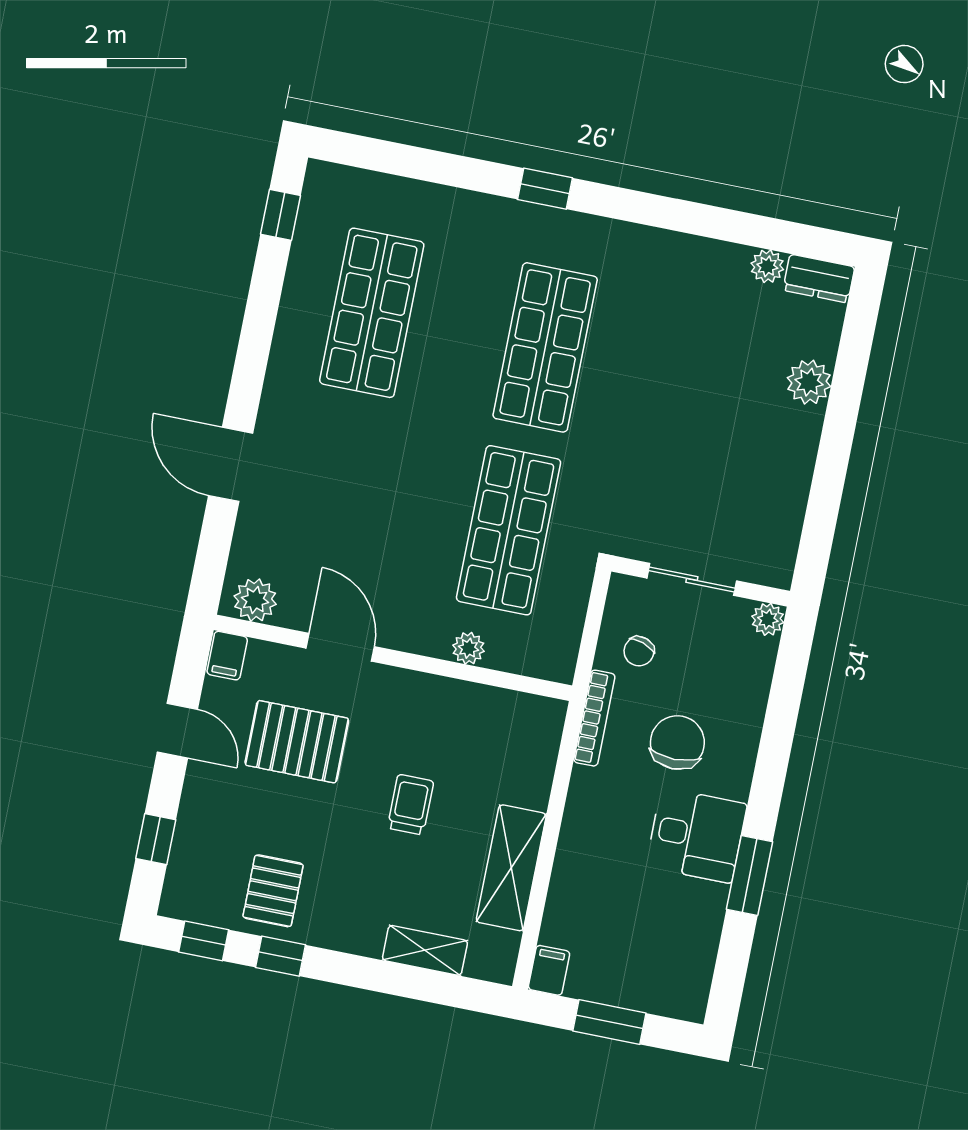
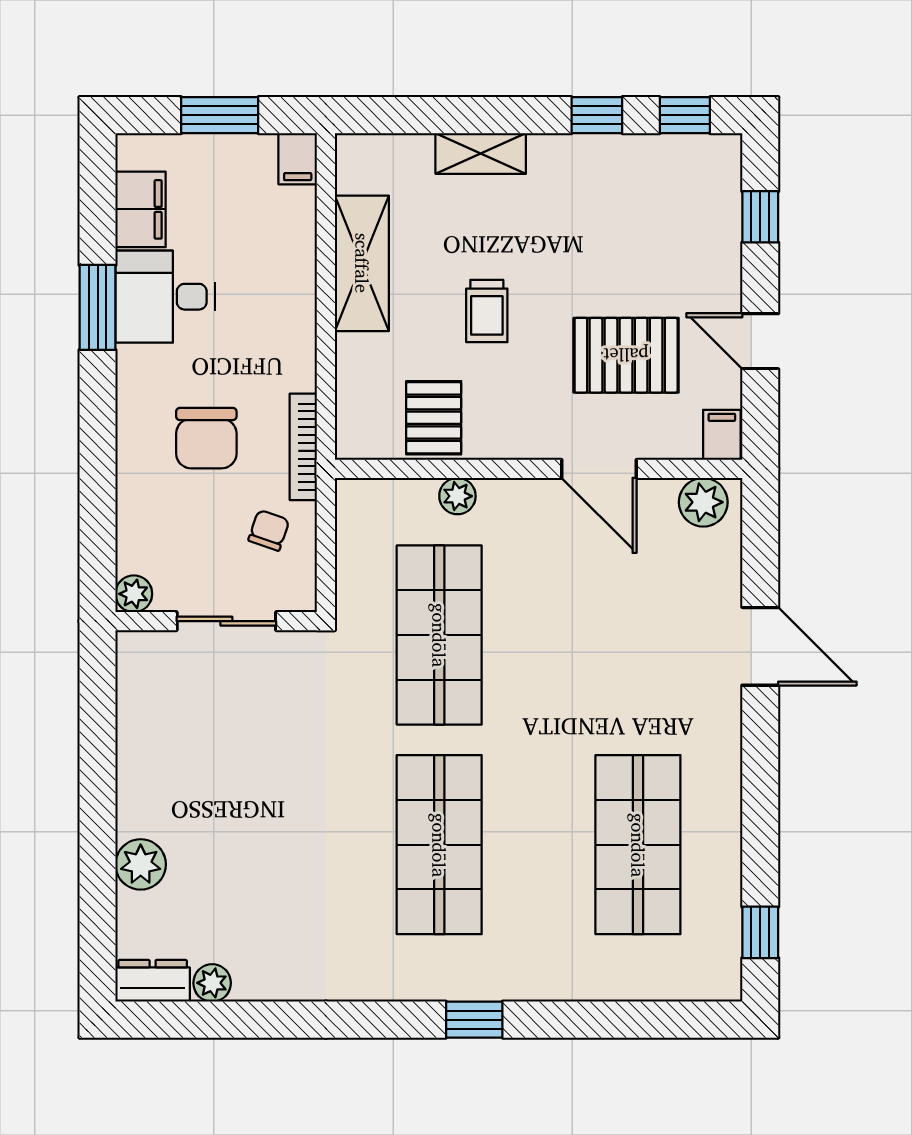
desk: (696, 835) -> (165, 297), moved
pallet: (273, 891) -> (434, 418), moved
shelving: (425, 950) -> (481, 153), moved
filing cabinet: (695, 953) -> (141, 209), added

